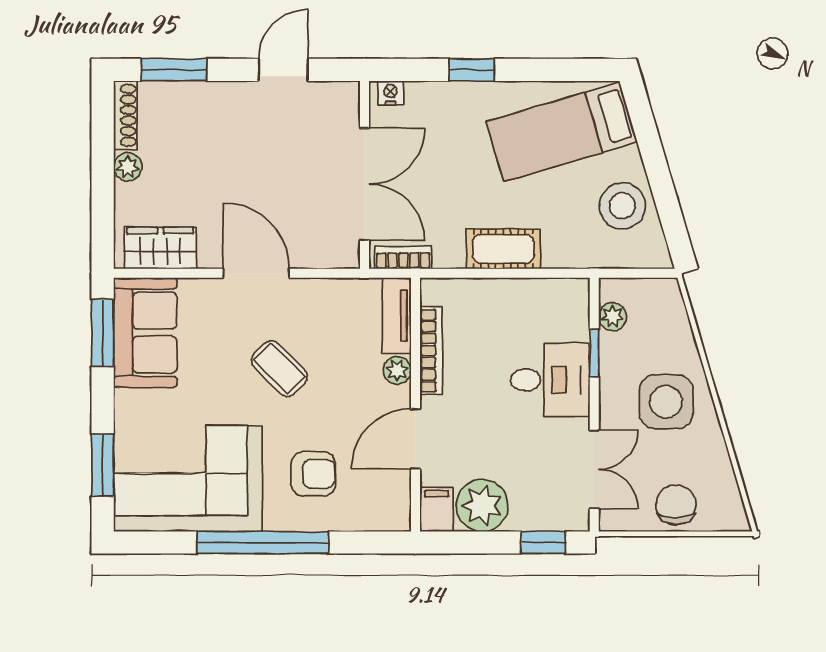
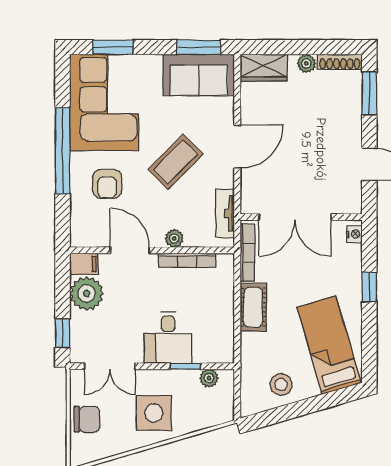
stool: (622, 206) -> (281, 385), width x0.73, depth x0.73
wardrobe: (160, 248) -> (263, 68), moved, turned 90
bookcase: (403, 258) -> (247, 253), width x1.56
tv unit: (397, 316) -> (225, 213), moved, turned -90
coffee table: (279, 368) -> (175, 162), width x1.36, depth x1.30

